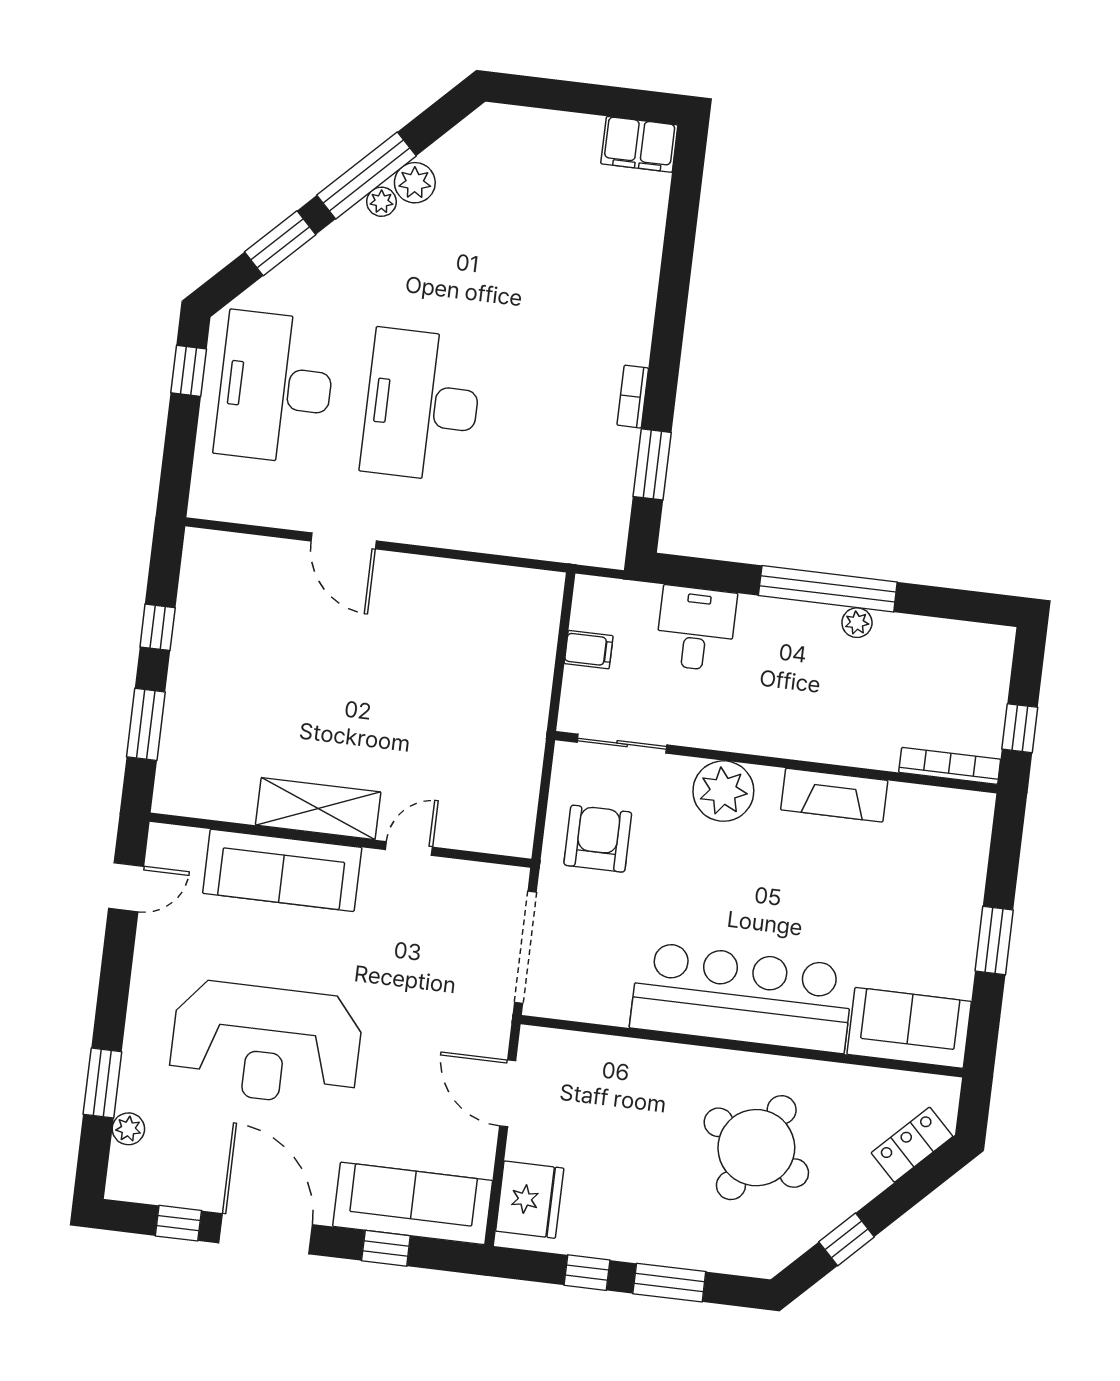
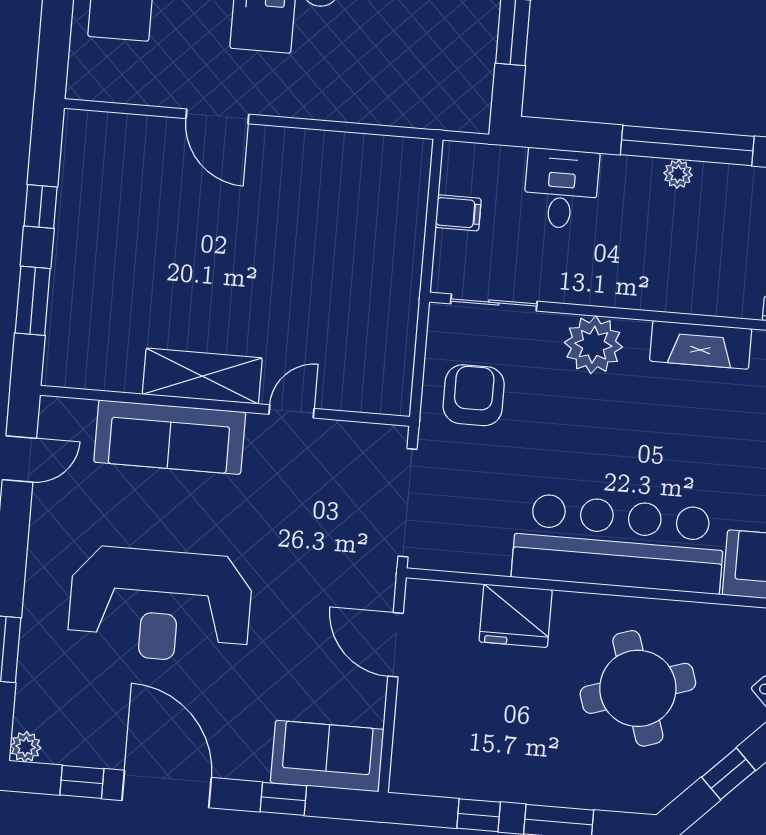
plant: (857, 623) -> (678, 174), moved
plant: (128, 1129) -> (26, 747), moved
round table: (756, 1148) -> (638, 688), turned 45
fridge: (530, 1200) -> (516, 616), moved, turned 90
sofa: (413, 1203) -> (327, 756), width x0.73

